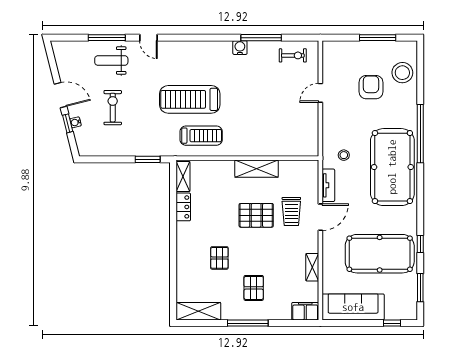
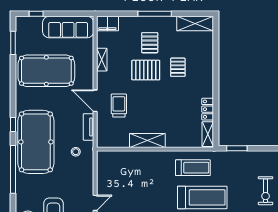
treadmill: (201, 136) -> (193, 168), turned 180
pallet: (256, 215) -> (146, 70), moved
door: (320, 217) -> (95, 101), hinge flipped
window: (420, 244) -> (13, 125), moved

